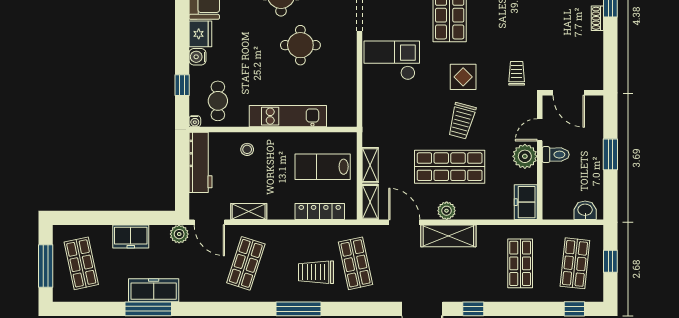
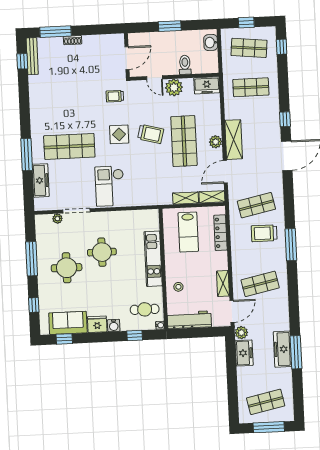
toilet: (556, 155) -> (185, 65), moved
freezer: (131, 237) -> (244, 353), moved
shop shelf: (246, 263) -> (260, 284), turned -30
trolley: (316, 272) -> (264, 233), turned 90

